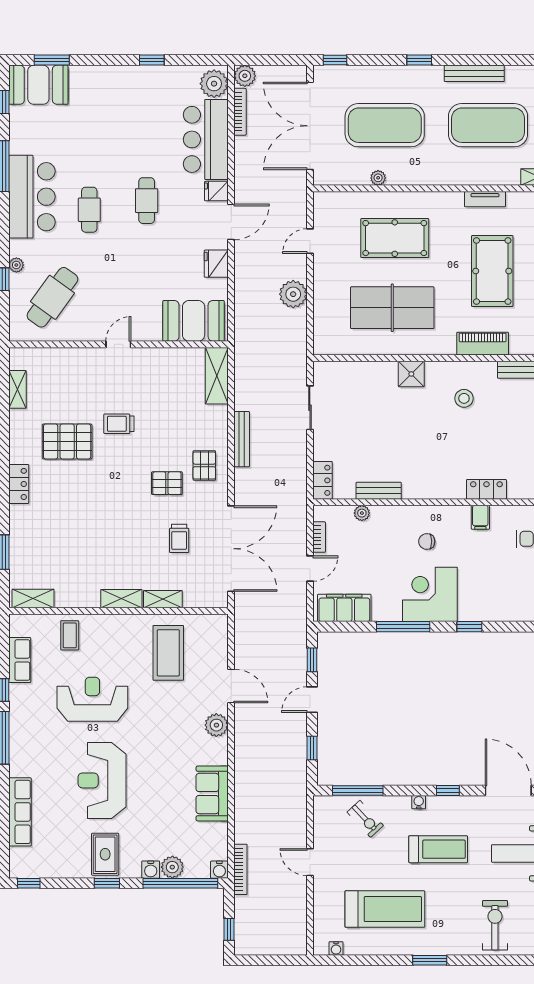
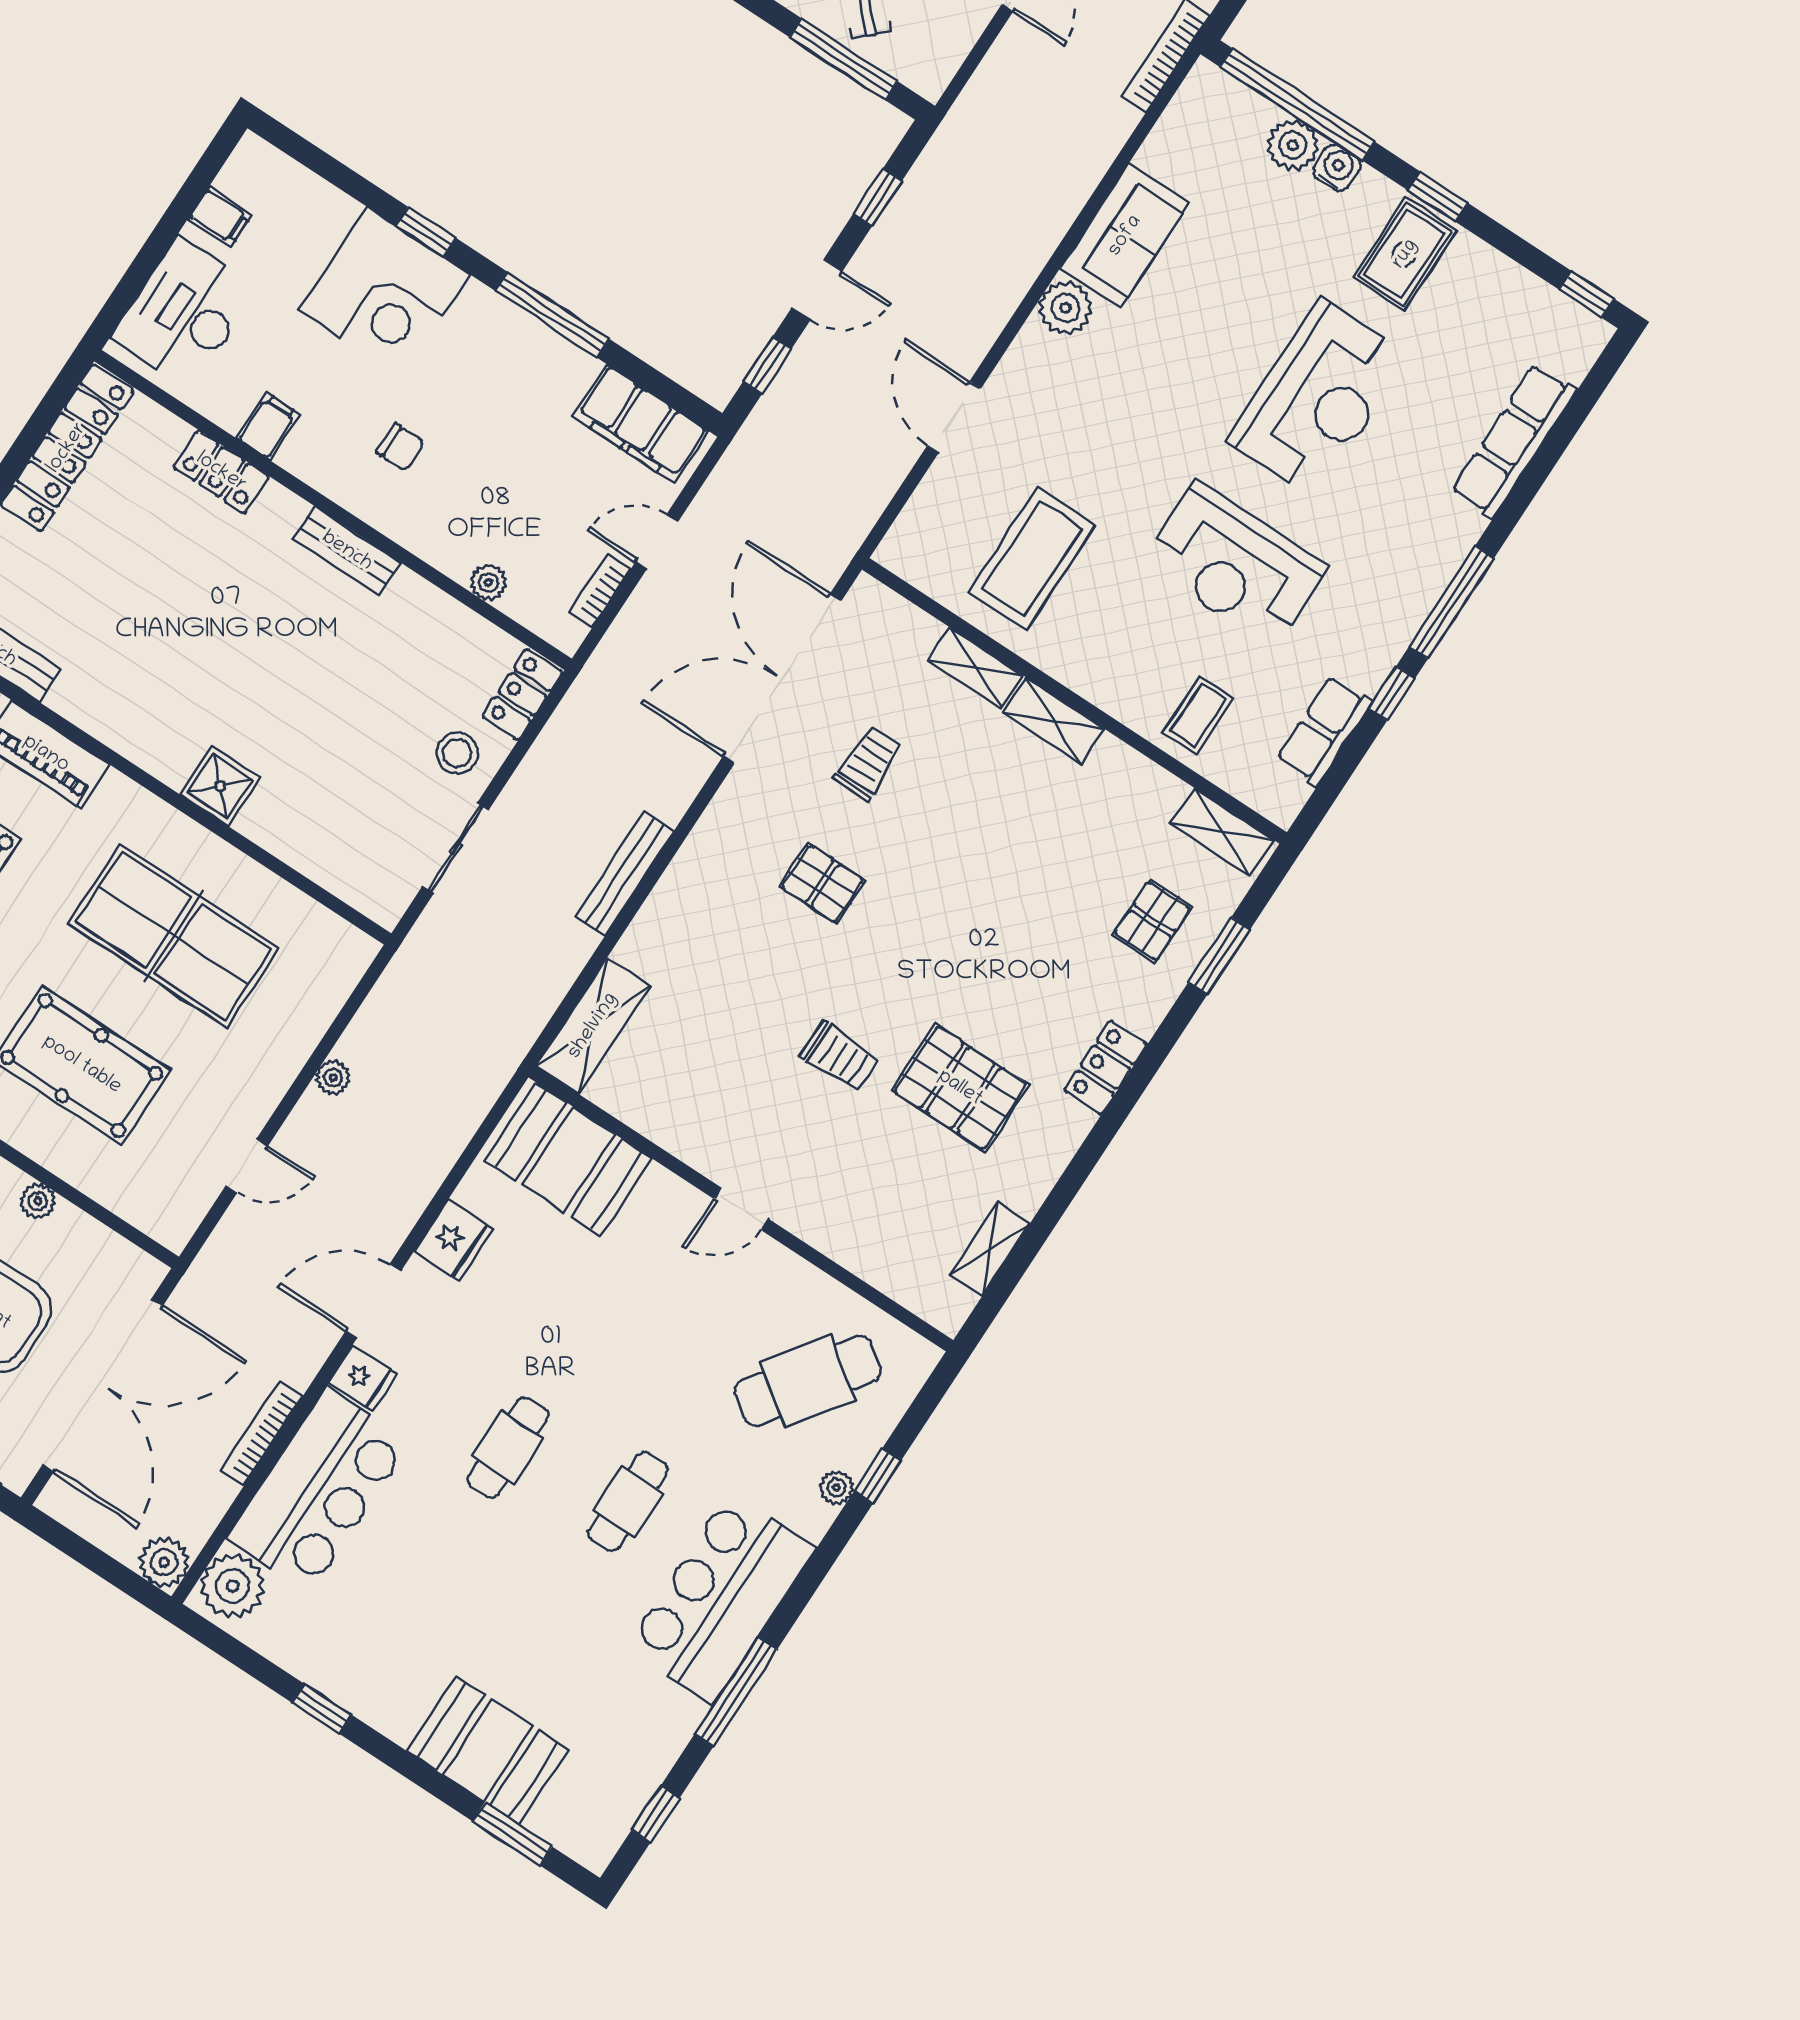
booth: (38, 85) -> (488, 1750), moved
bookcase: (240, 112) -> (262, 1433), moved
plant: (293, 294) -> (333, 1078), width x0.53, depth x0.53
stool: (464, 398) -> (457, 753), moved
pallet: (204, 465) -> (1152, 921), moved
bench: (379, 491) -> (347, 551), moved
corner desk: (430, 594) -> (384, 292), moved
plant: (216, 725) -> (1065, 308), moved
water cooler: (219, 870) -> (1206, 82), removed

